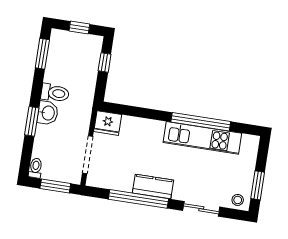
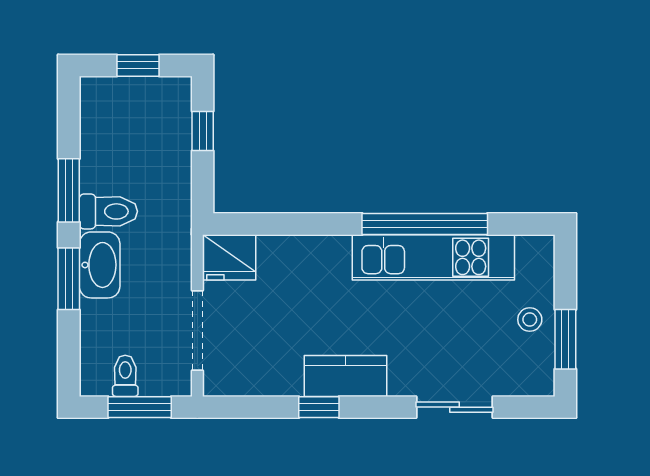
window: (42, 54) -> (69, 190), moved
washbasin: (48, 113) -> (100, 265), width x1.38
toilet: (36, 168) -> (125, 376), moved
window: (138, 199) -> (319, 407), width x0.32
stool: (238, 200) -> (530, 320), moved

